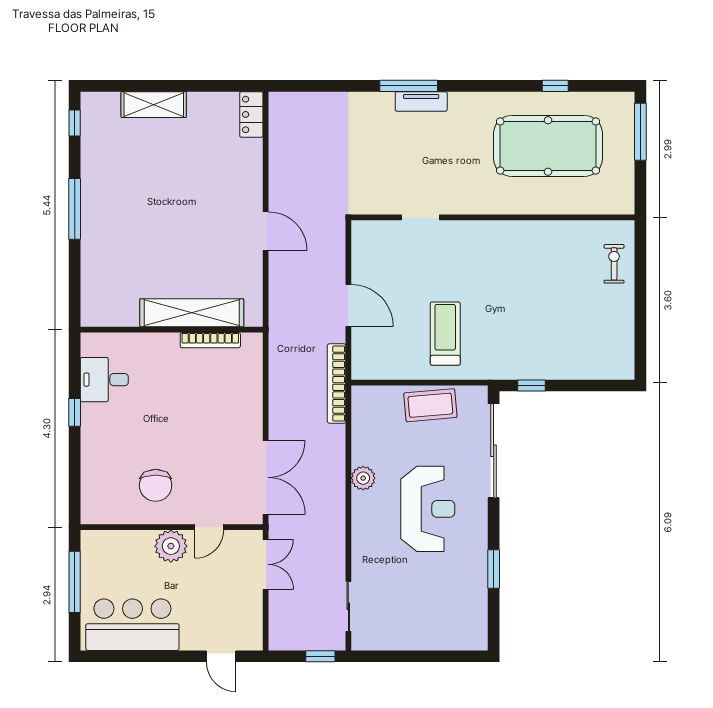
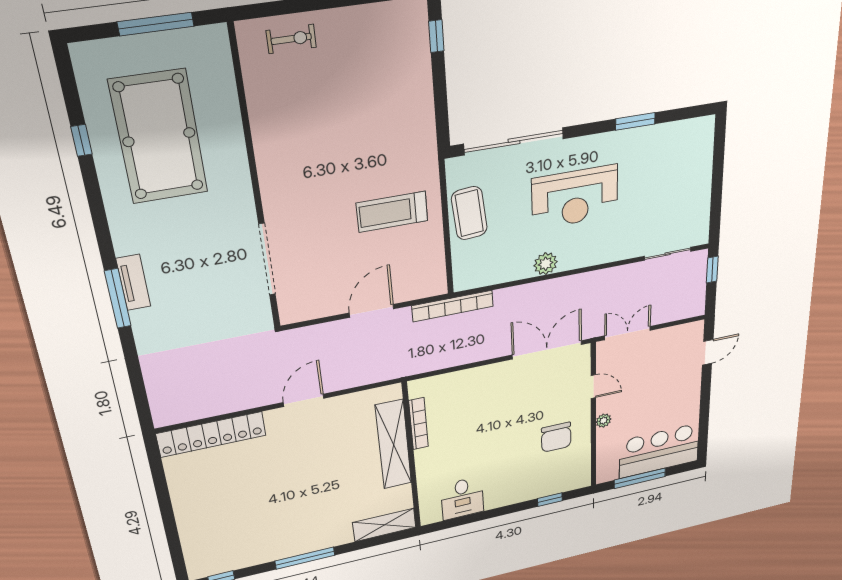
shelving: (154, 105) -> (384, 525), moved, turned 90
locker: (251, 114) -> (211, 435), width x2.16, depth x1.21
window: (640, 132) -> (156, 24), moved
doorway: (420, 217) -> (267, 259), width x1.88
exercise bike: (614, 264) -> (291, 39), turned 180
window: (532, 385) -> (436, 36), moved
window: (75, 412) -> (550, 500), moved
chair: (156, 485) -> (556, 437), turned 90
reception desk: (428, 509) -> (575, 197), turned 180
plant: (171, 546) -> (603, 421), width x0.53, depth x0.53
bar counter: (132, 625) -> (659, 451), moved, turned 90

